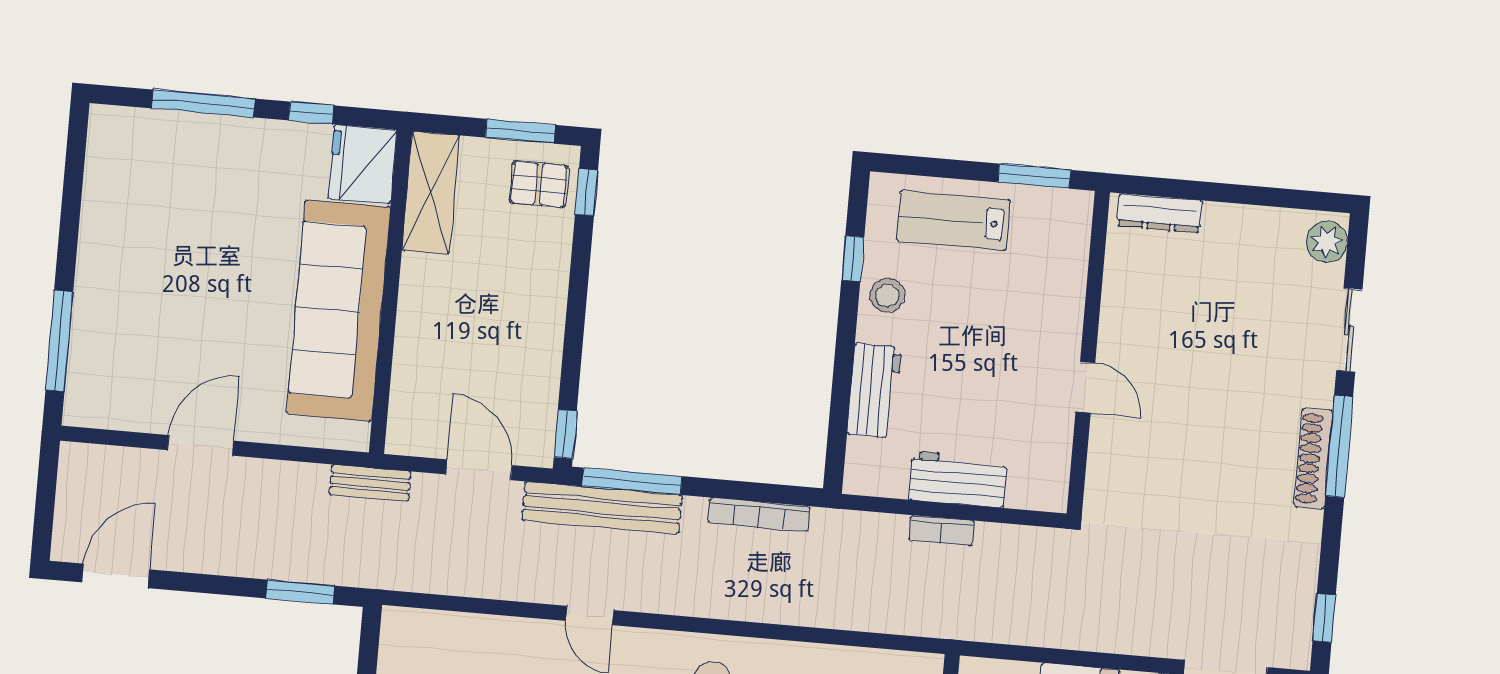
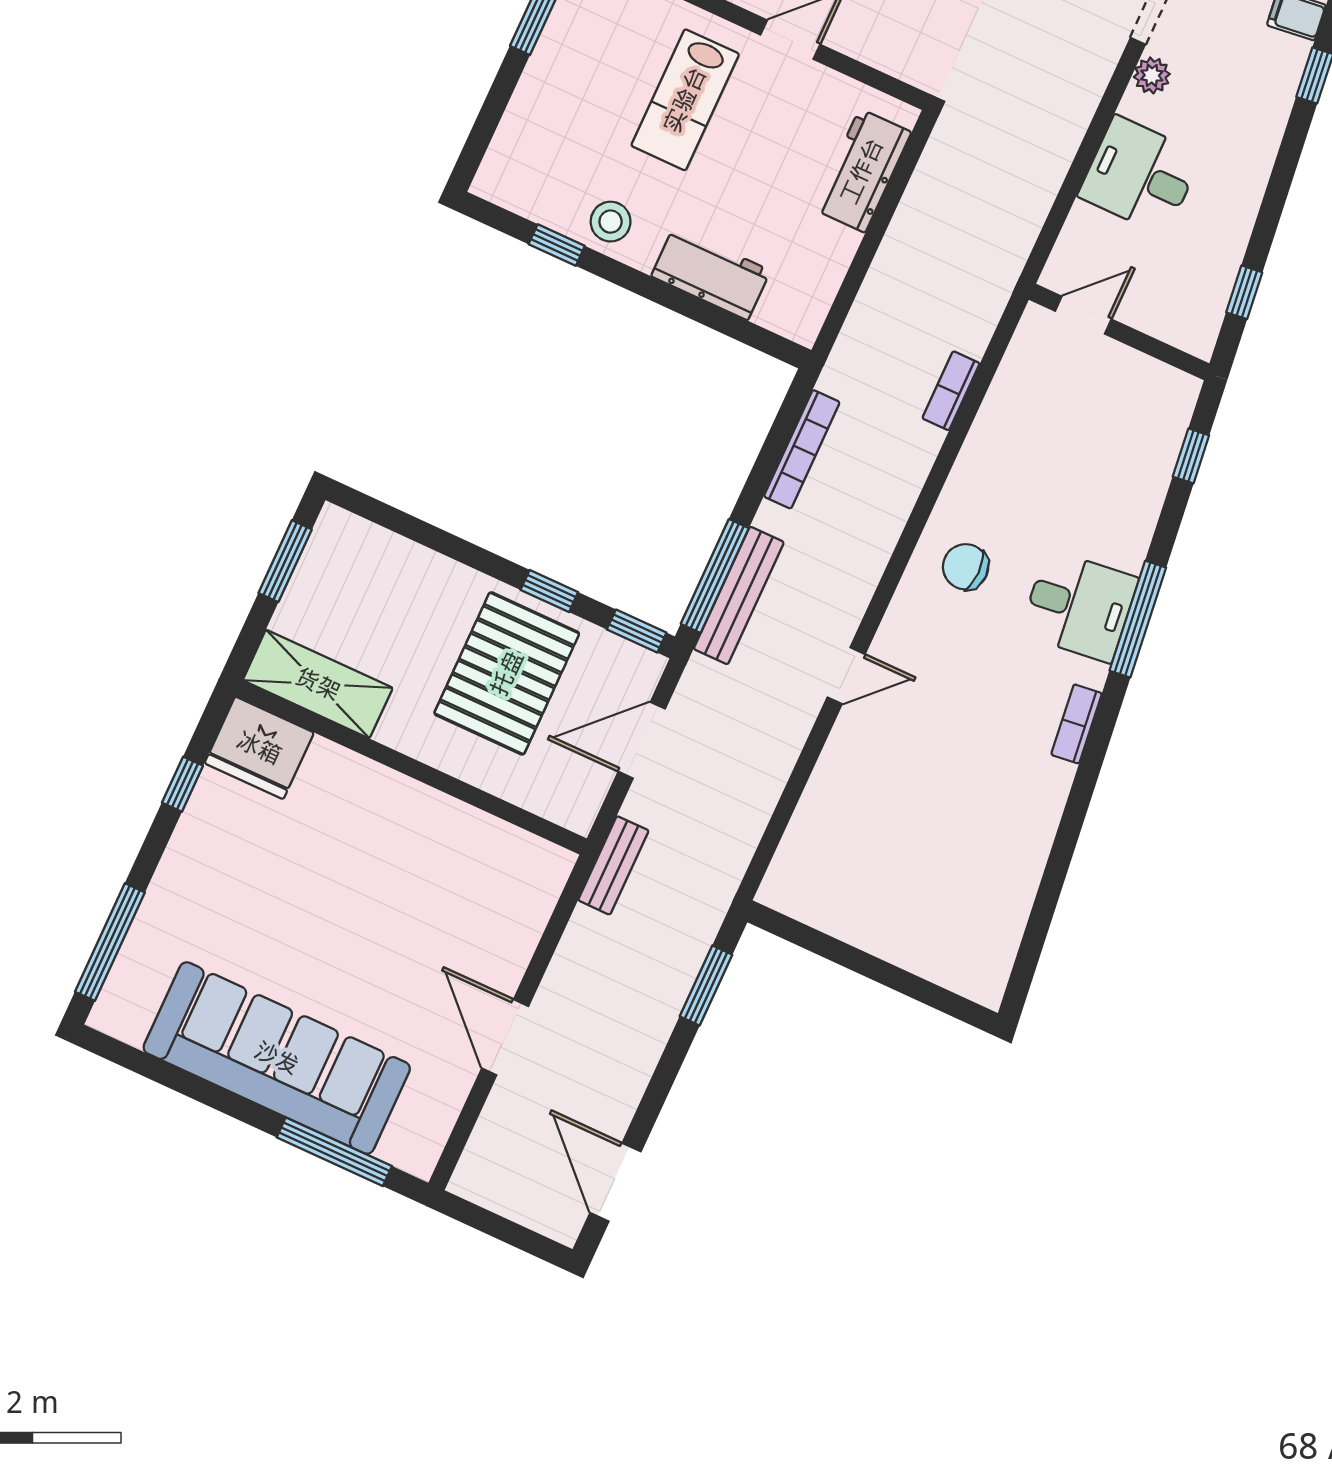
window: (203, 103) -> (110, 942), moved
pallet: (539, 184) -> (507, 673), moved, width x2.05, depth x2.00
window: (586, 192) -> (549, 591), moved
lab bench: (953, 220) -> (685, 100), moved
sofa: (338, 311) -> (277, 1058), moved, turned 180
workbench: (958, 479) -> (862, 171), moved
bench: (602, 508) -> (739, 596), width x0.73, depth x0.82
bookcase: (941, 530) -> (951, 391), moved, turned 180

